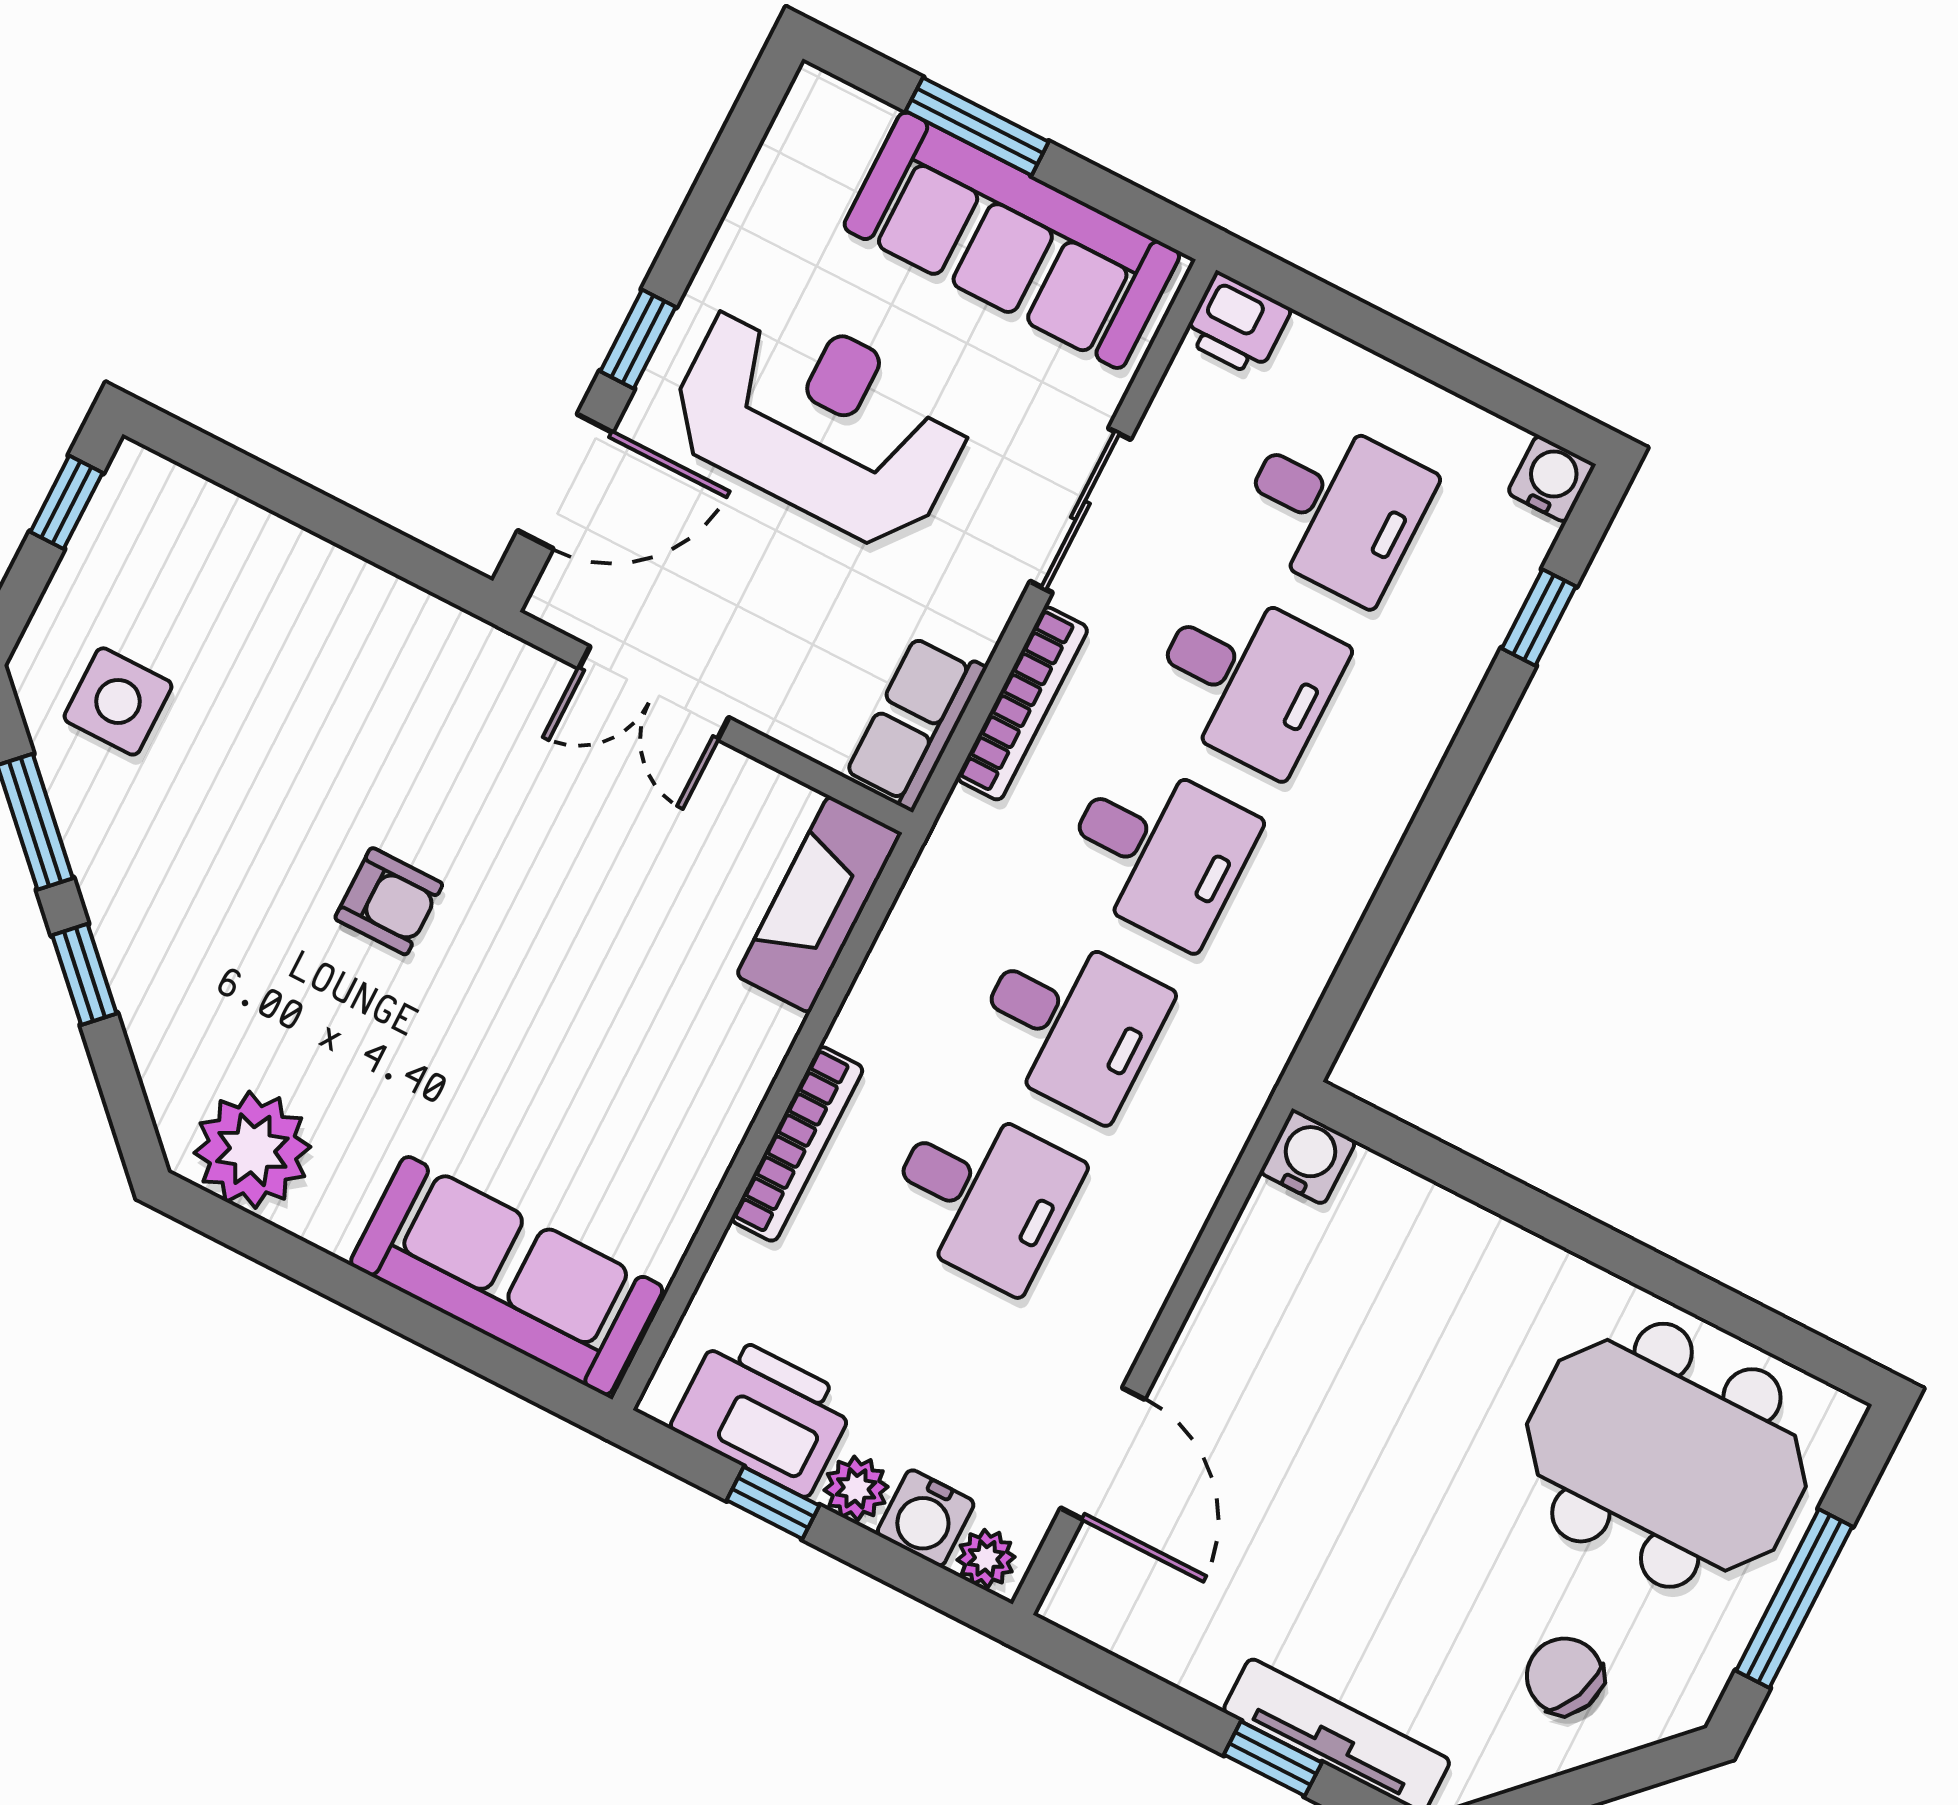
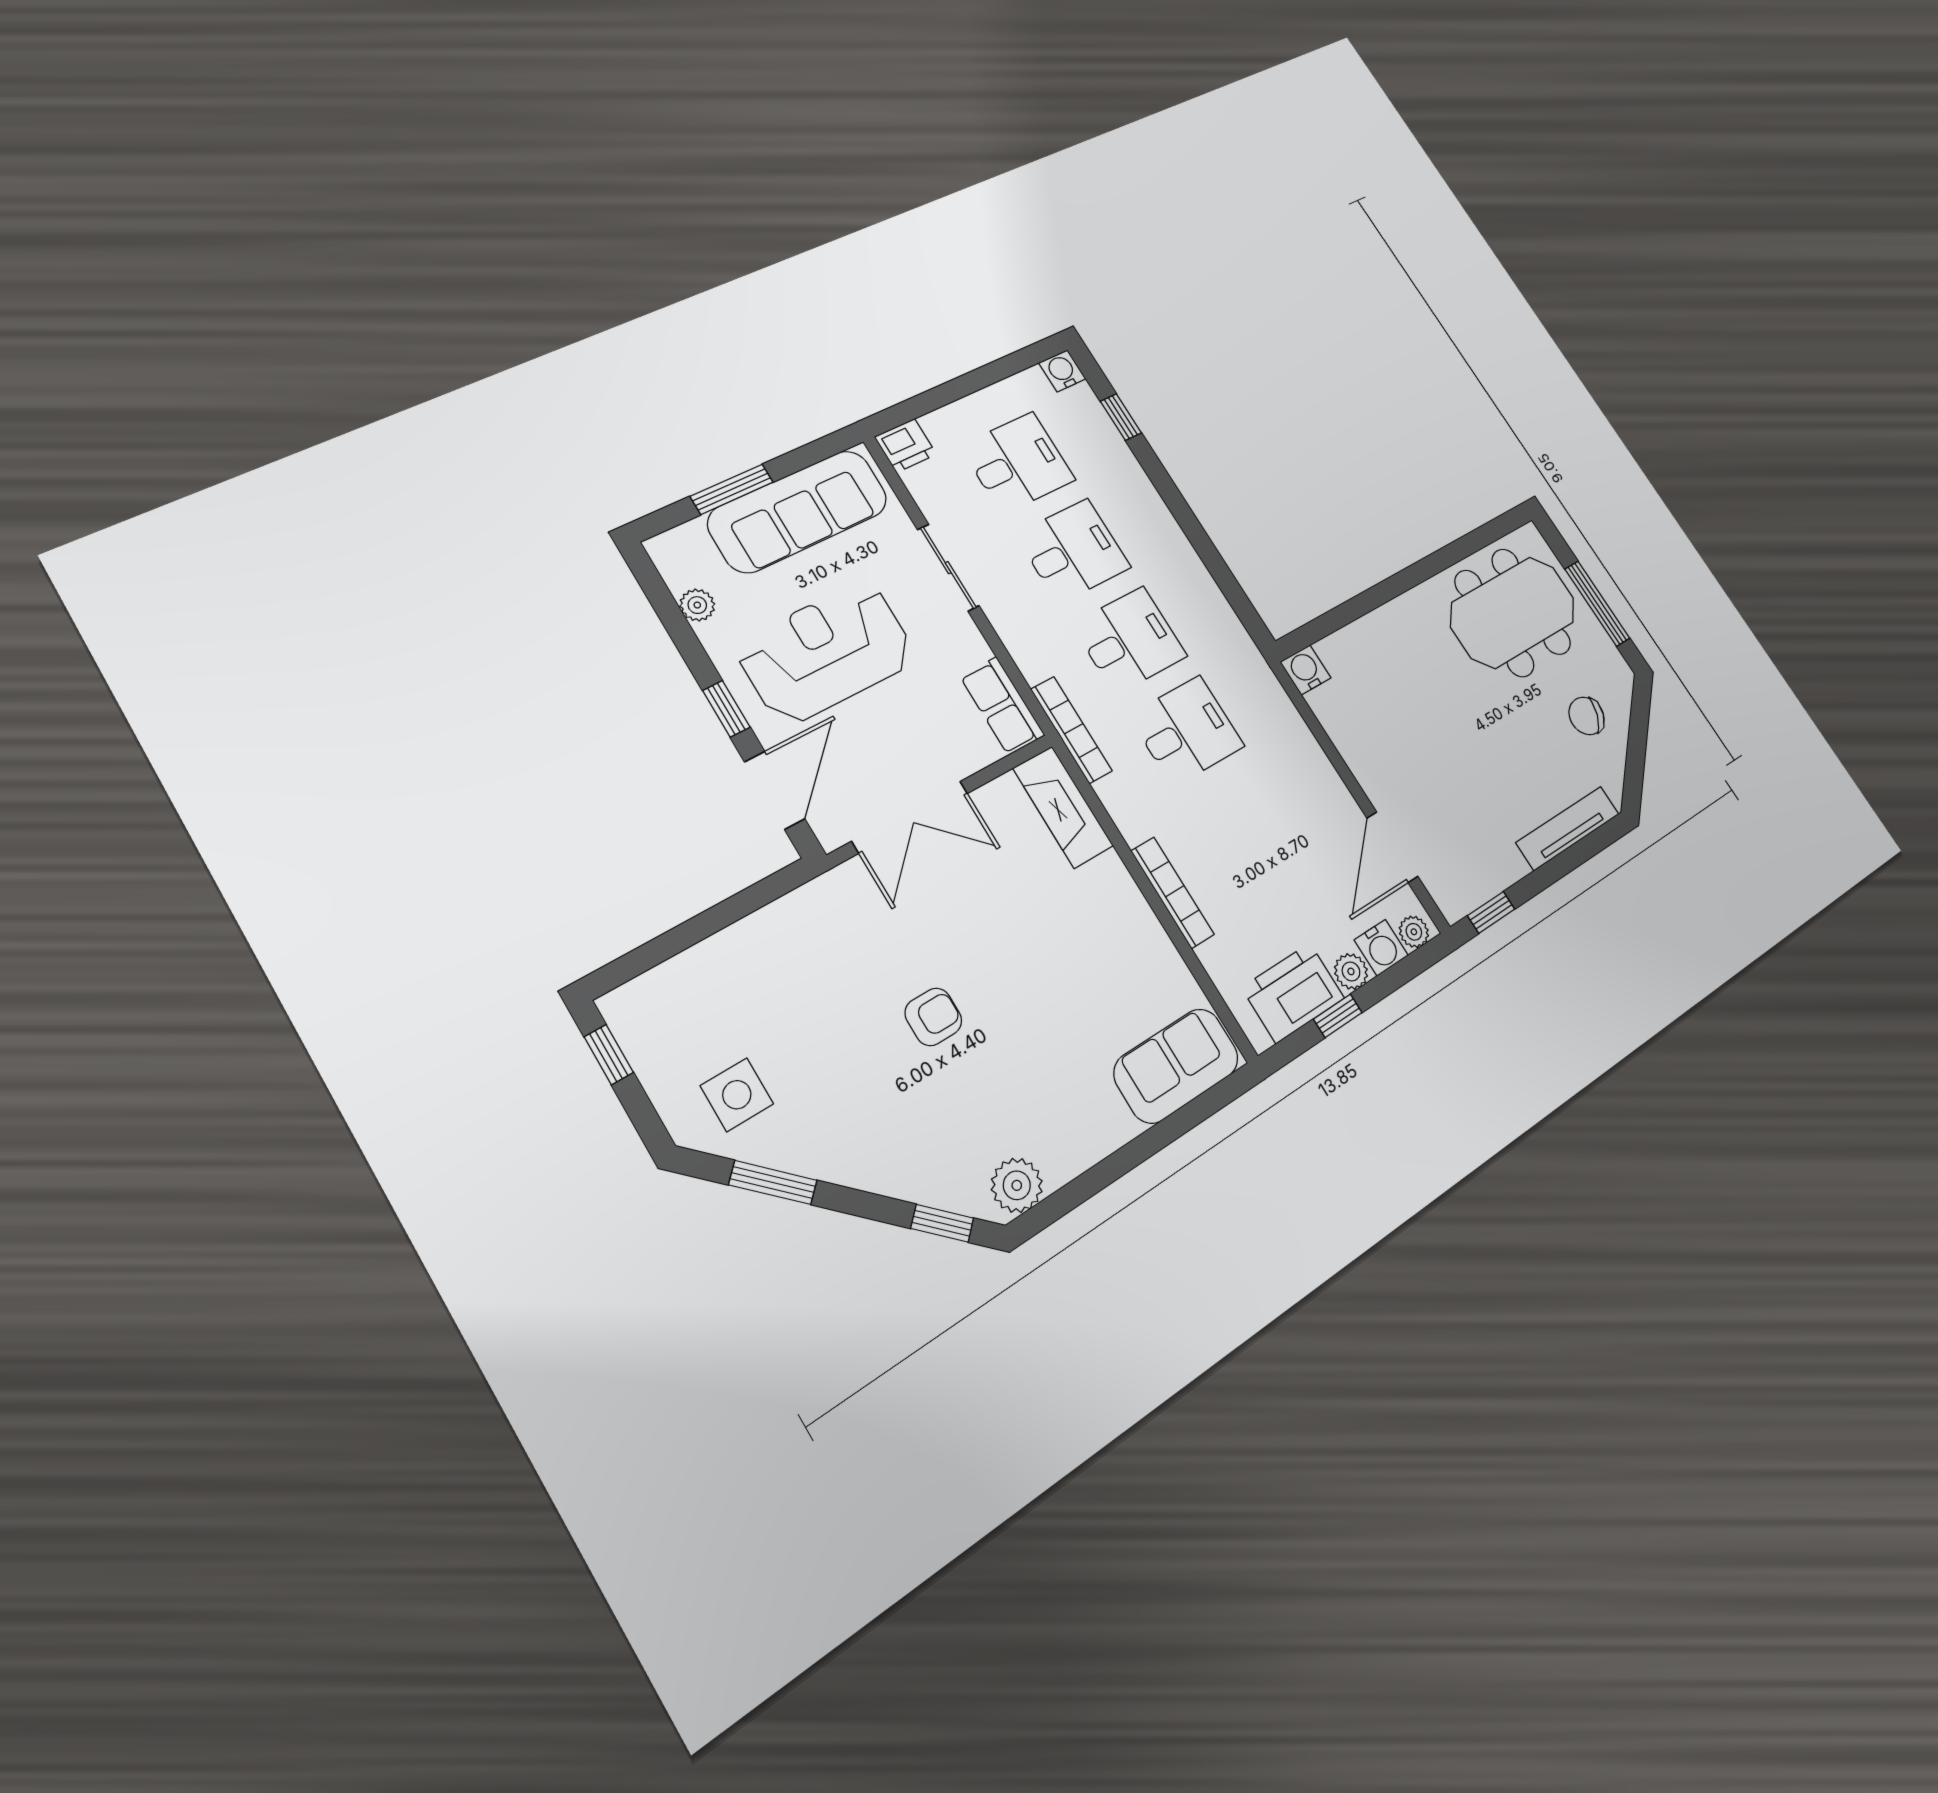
plant: (764, 198) -> (697, 605), added
double door: (654, 693) -> (910, 817), width x1.37
bookcase: (1022, 703) -> (1071, 730), moved
window: (84, 974) -> (942, 1223), moved
plant: (252, 1150) -> (1017, 1185), width x0.73, depth x0.73
desk: (982, 1195) -> (1244, 823), removed
sofa: (507, 1276) -> (1176, 1066), width x0.73
door: (1103, 1454) -> (1392, 847), swing flipped
window: (1273, 1759) -> (1491, 912), moved

